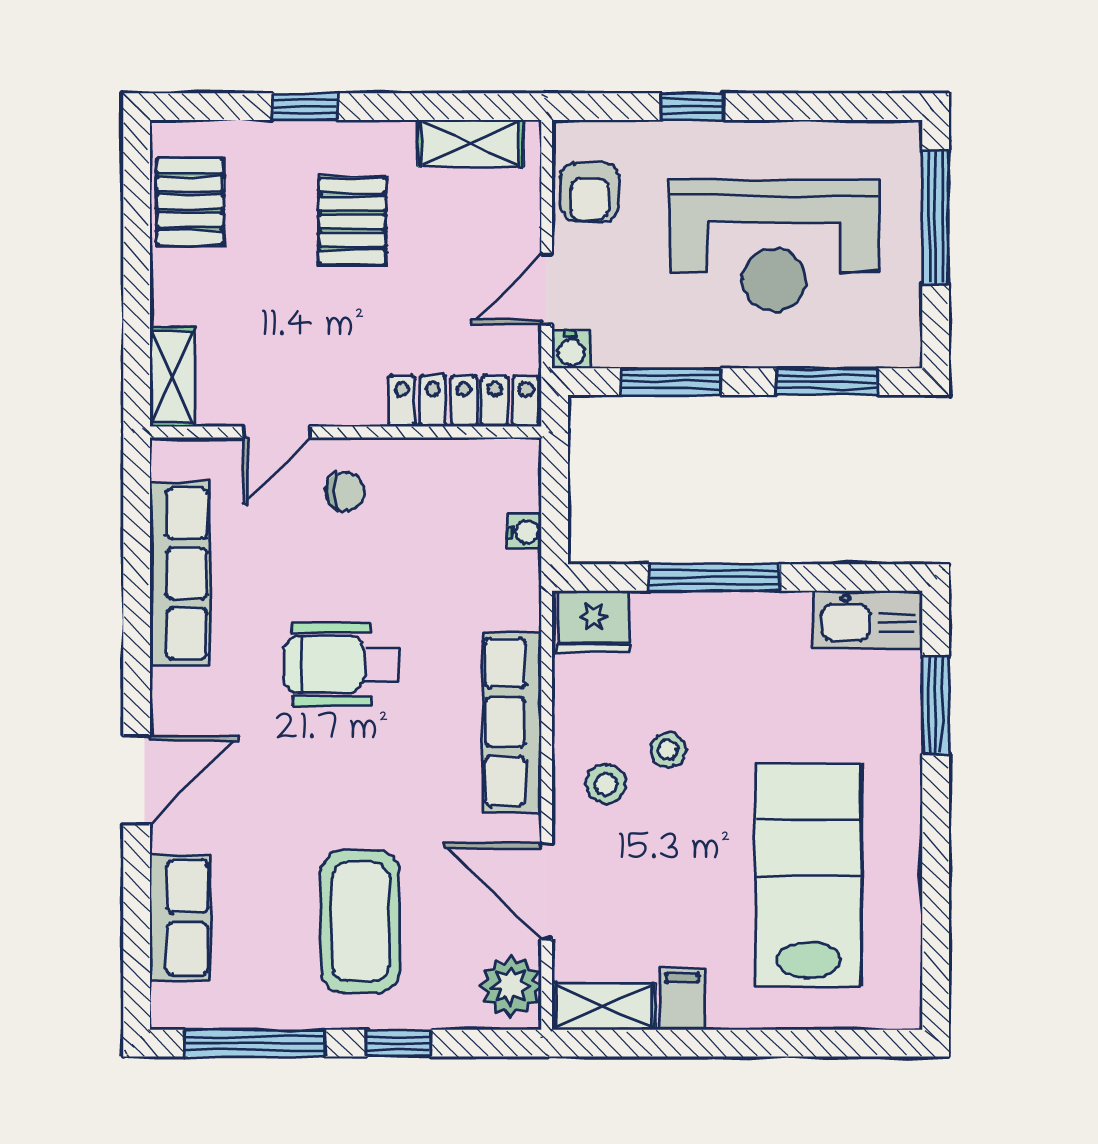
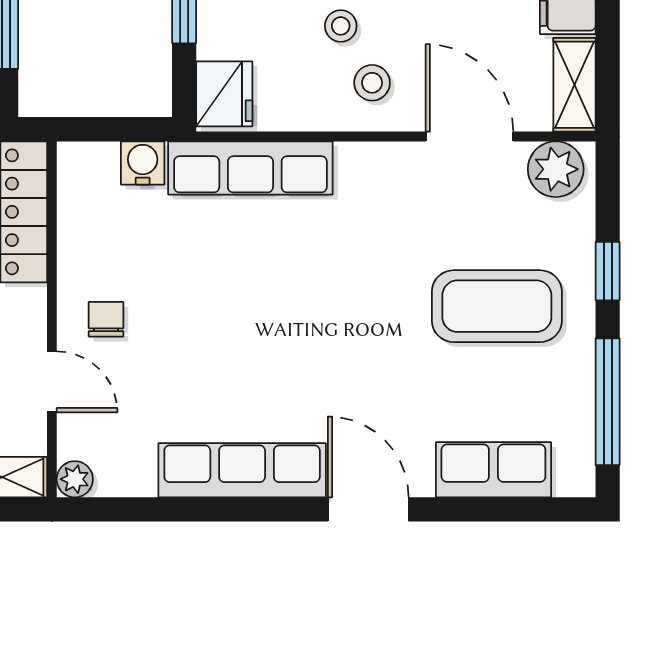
plant: (170, 457) -> (75, 479), added
water cooler: (524, 532) -> (143, 163), width x1.38, depth x1.38
row of seats: (180, 574) -> (242, 470), moved
wheelchair: (341, 664) -> (263, 323), removed
row of seats: (512, 722) -> (250, 168), moved
door: (547, 891) -> (469, 136), swing flipped

